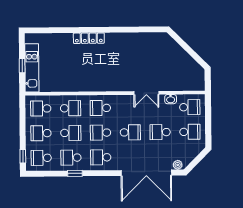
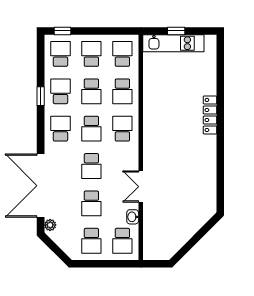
school desk: (160, 132) -> (91, 203), turned 180
school desk: (101, 133) -> (91, 129), turned 180

